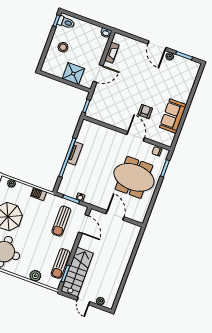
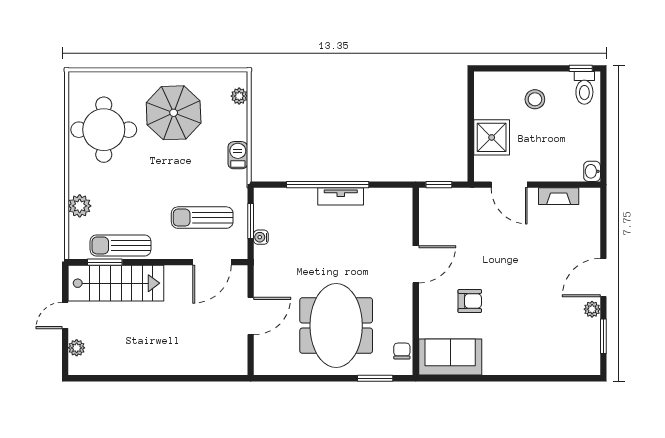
sofa: (173, 116) -> (450, 357), moved
door: (136, 136) -> (416, 264), moved

